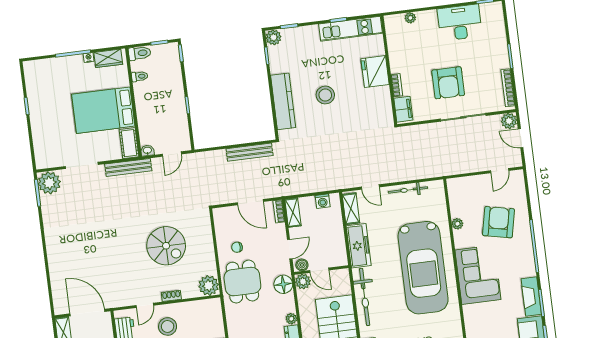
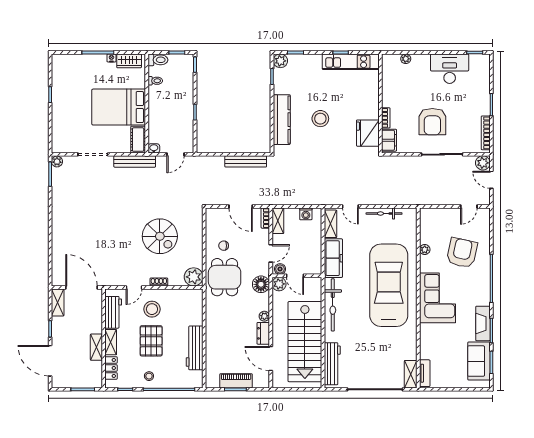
fridge: (375, 72) -> (368, 133), moved
plant: (49, 183) -> (57, 161), width x0.53, depth x0.53
car: (423, 268) -> (389, 285), turned 180

